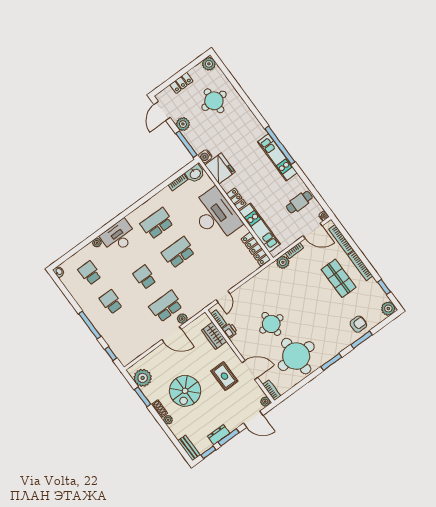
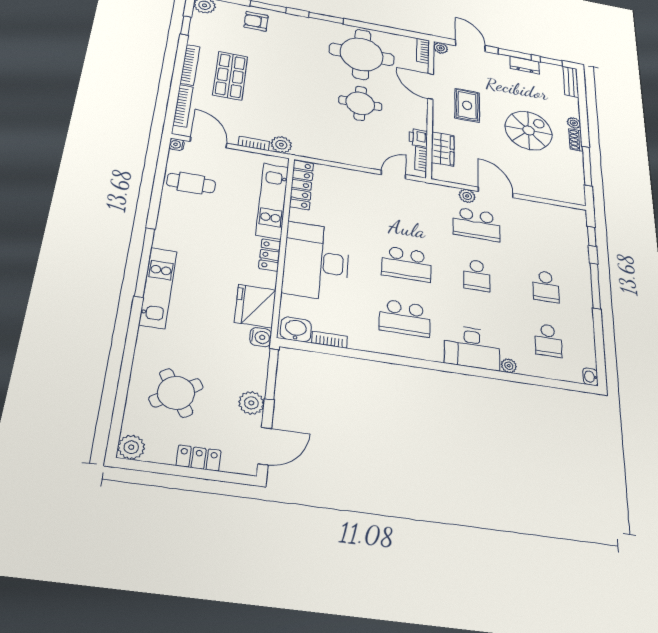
round table: (214, 101) -> (176, 393), turned -32
kitchen unit: (277, 157) -> (158, 288), moved
plant: (143, 378) -> (571, 182), removed
window: (143, 397) -> (587, 166), width x1.44

